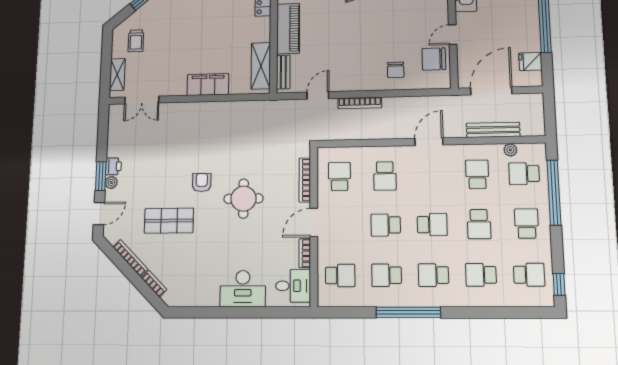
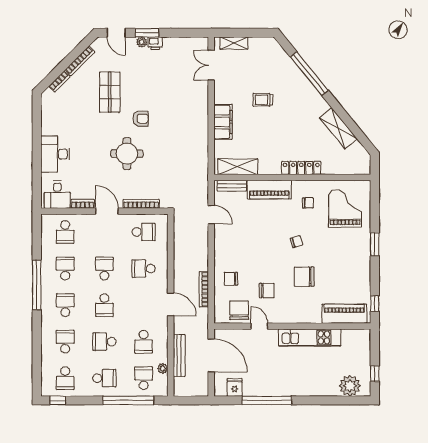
chair: (409, 27) -> (267, 291), added
trolley: (136, 41) -> (263, 100), moved
bookcase: (360, 103) -> (204, 289), moved
school desk: (477, 174) -> (144, 342), turned 90

